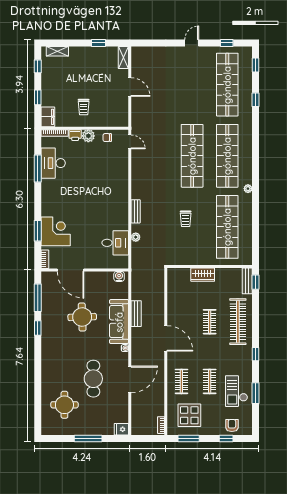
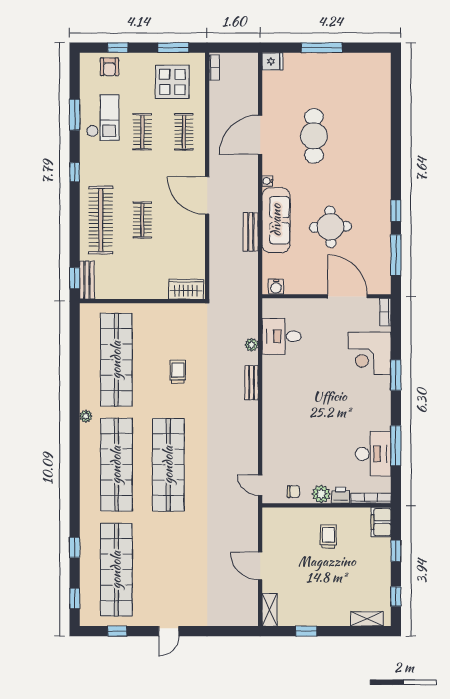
window: (38, 231) -> (396, 375), moved
wardrobe: (203, 275) -> (186, 289), moved
round table: (64, 405) -> (356, 97), removed

